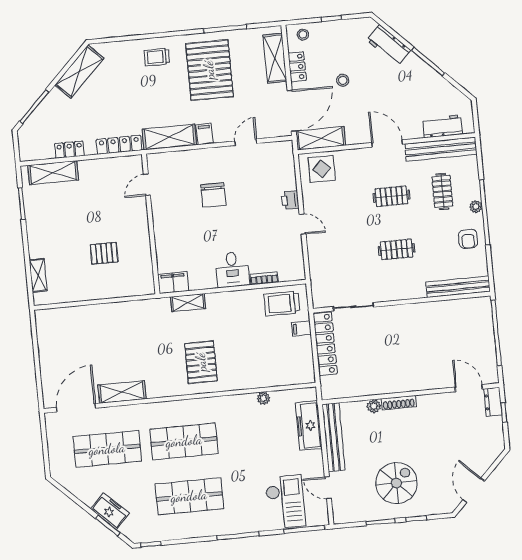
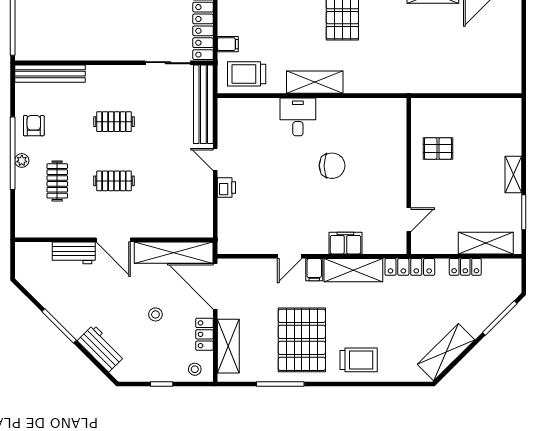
trolley: (157, 57) -> (359, 360), width x1.36, depth x1.39
door: (292, 111) -> (215, 286), hinge flipped
workbench: (442, 126) -> (74, 253), moved
shelving: (321, 138) -> (174, 253), width x1.47
door: (246, 142) -> (290, 256), moved
bench: (441, 149) -> (203, 104), moved, turned 90
display table: (322, 169) -> (188, 219), removed
door: (147, 185) -> (409, 220), moved
chair: (213, 195) -> (332, 166), moved, turned 90
wall: (151, 224) -> (409, 176), moved
shelving: (38, 275) -> (513, 175), moved
bookcase: (264, 278) -> (264, 104), removed
filing cabinet: (173, 283) -> (345, 243), moved, turned 180
shelving: (188, 303) -> (315, 82), moved, width x1.50, depth x1.33
trolley: (282, 304) -> (247, 74), turned 180

